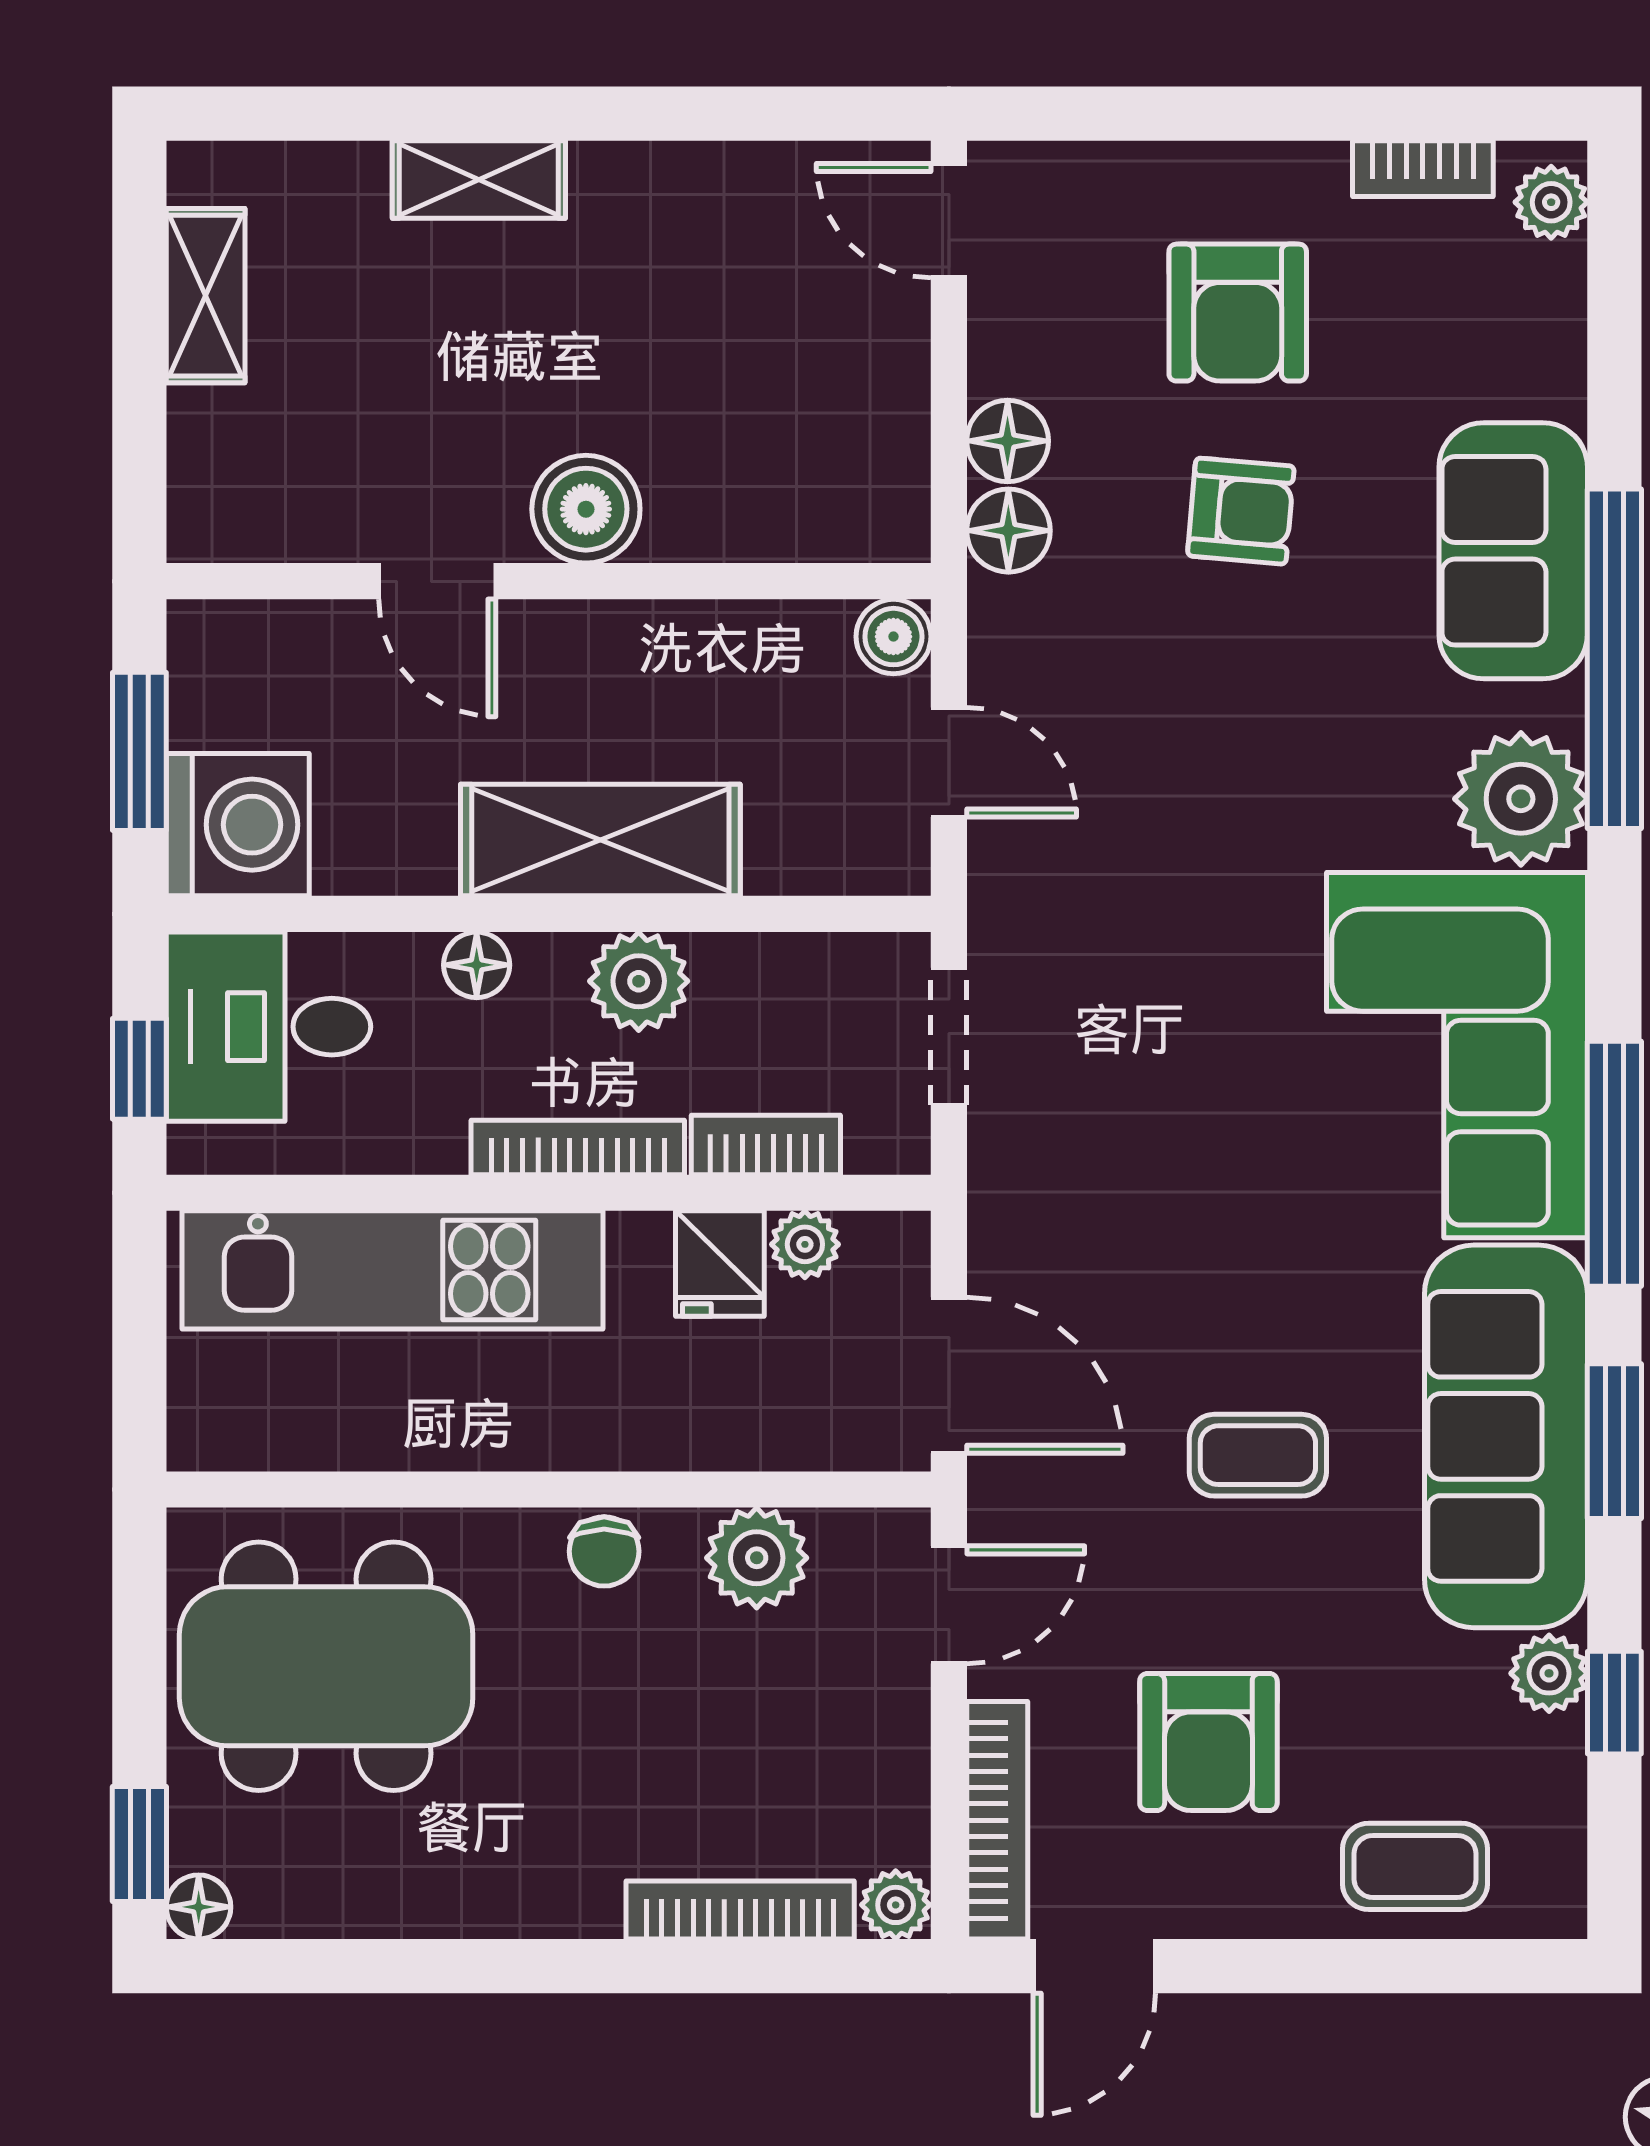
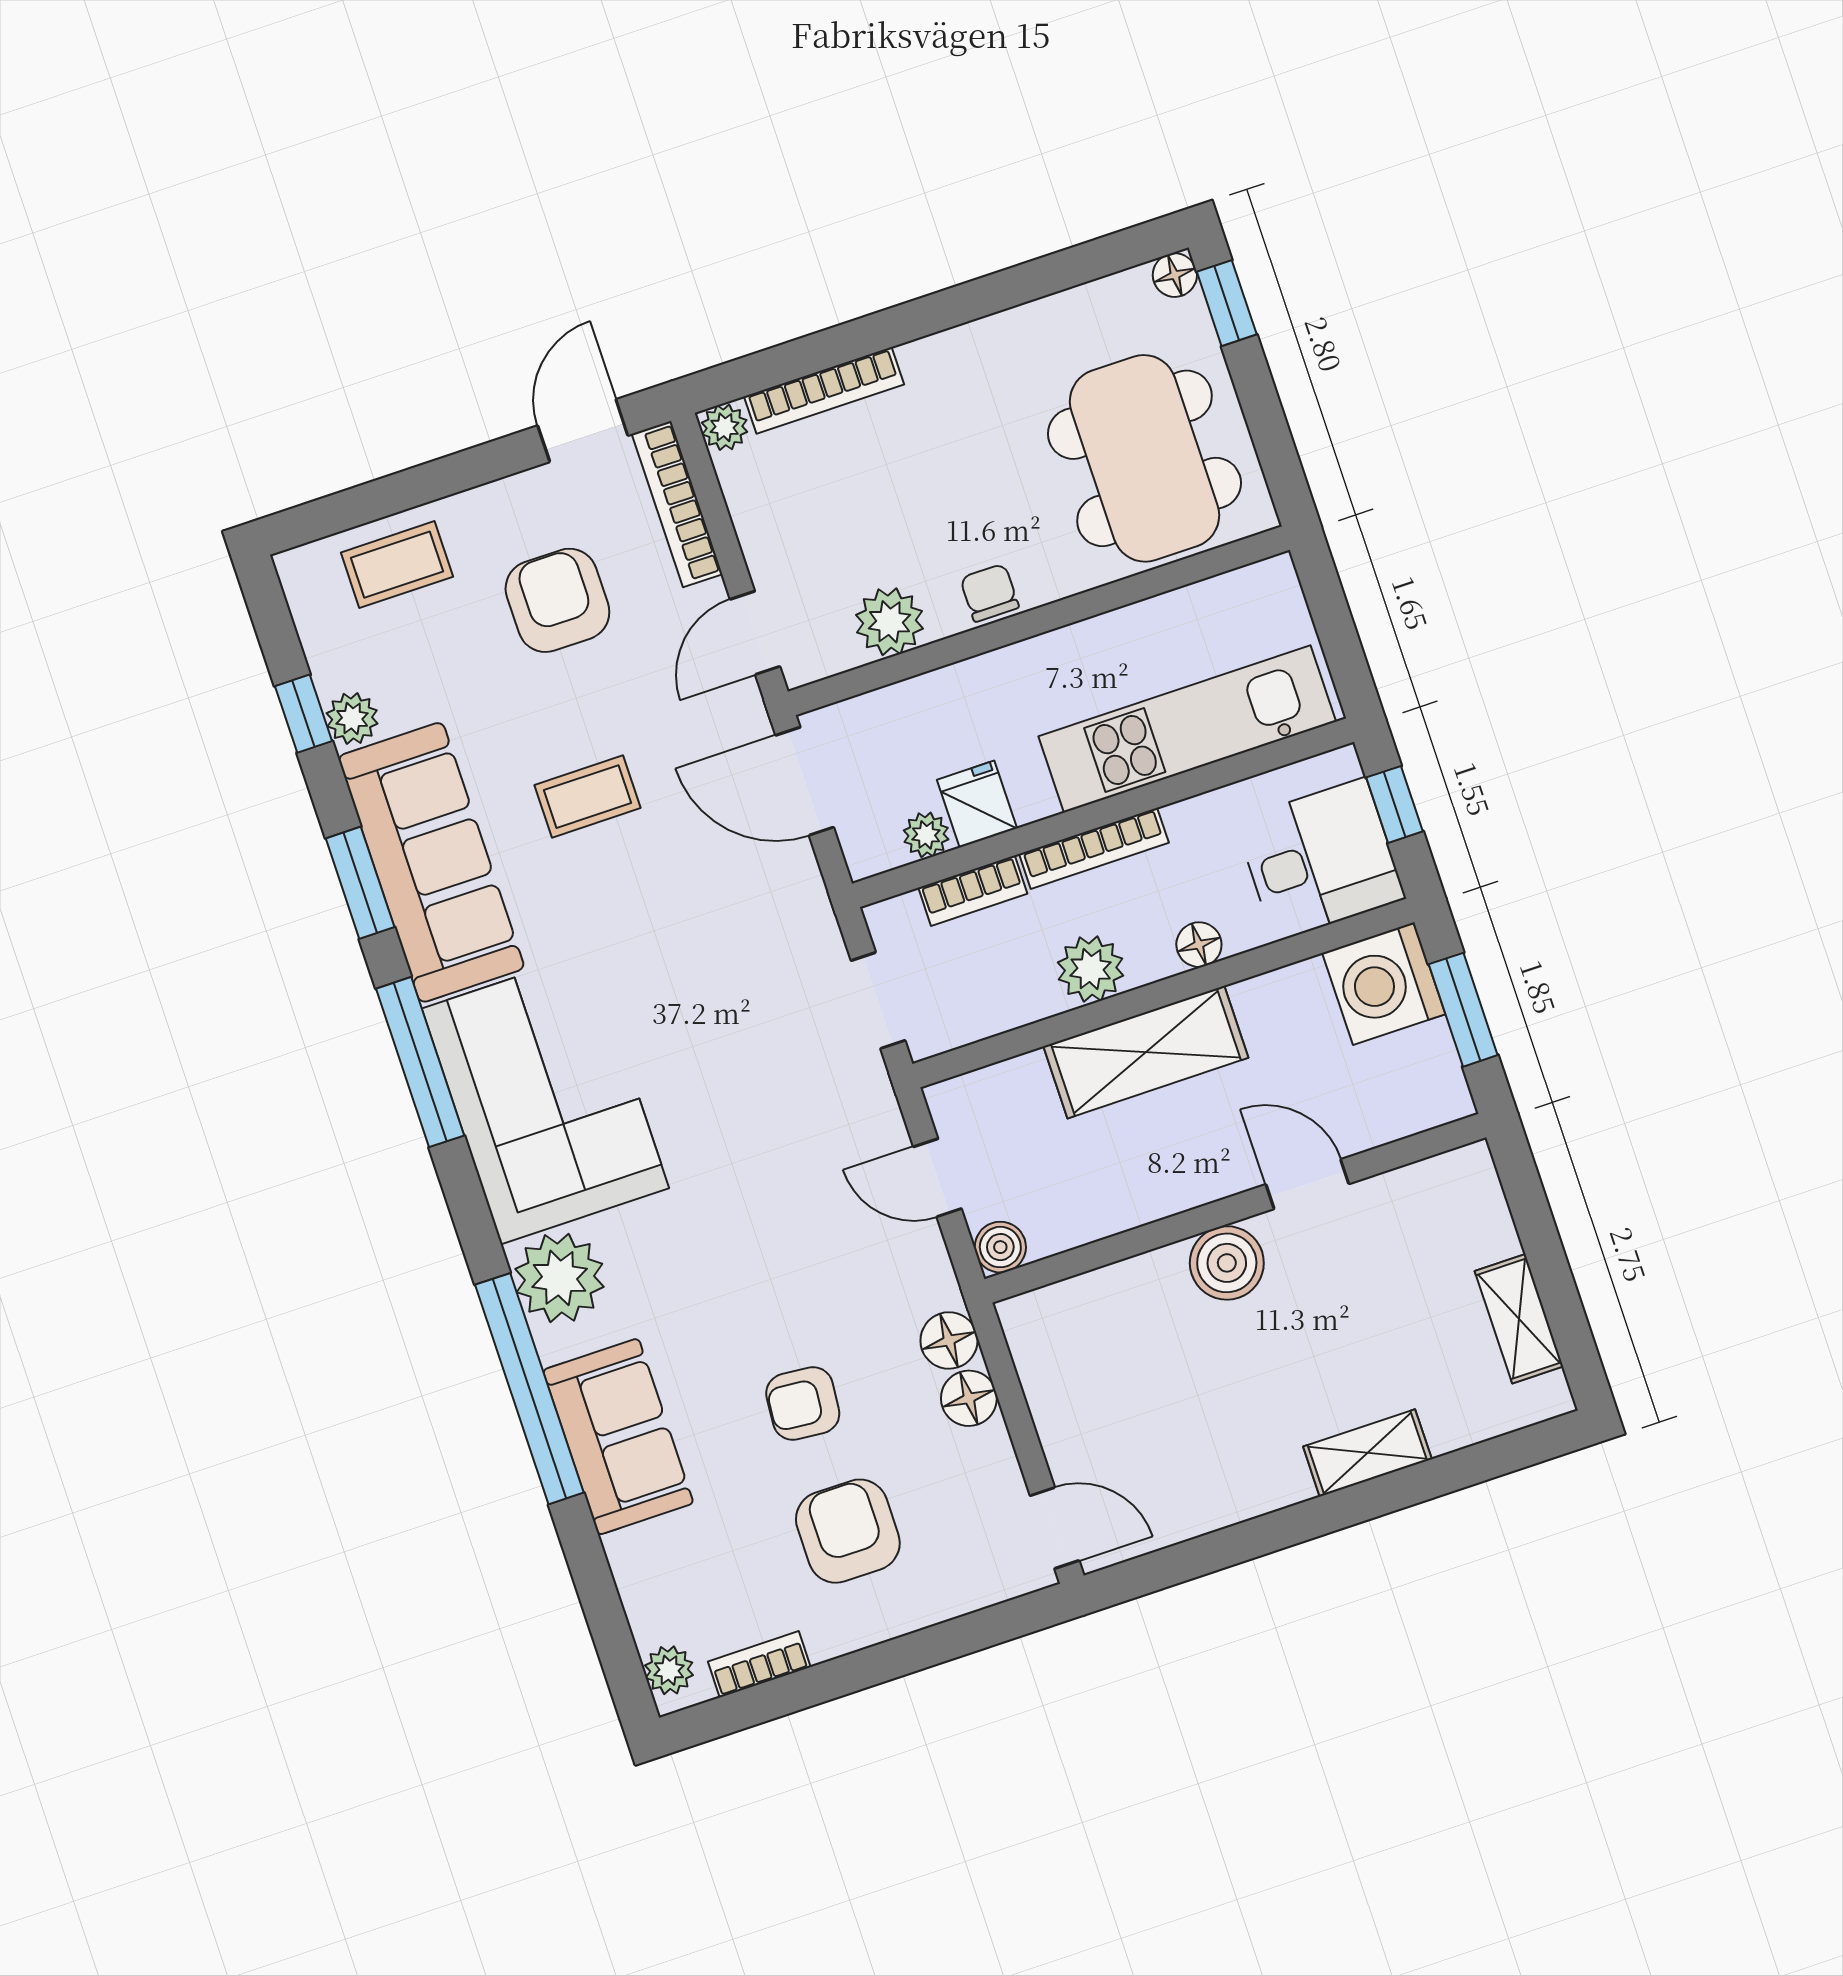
dining table: (326, 1666) -> (1144, 458), turned 90

